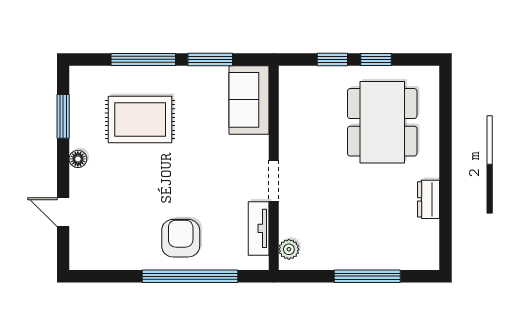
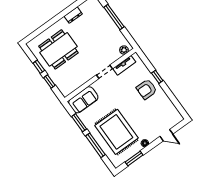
rug: (140, 120) -> (116, 132), width x1.37, depth x1.44
door: (63, 212) -> (166, 135), hinge flipped
window: (190, 276) -> (157, 77), width x0.32

